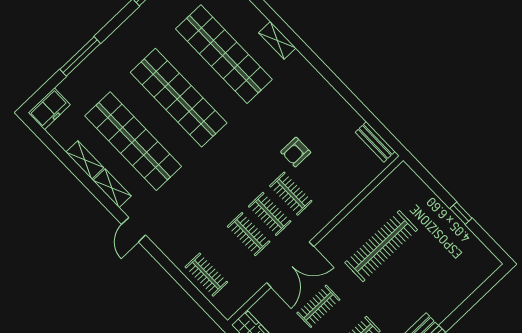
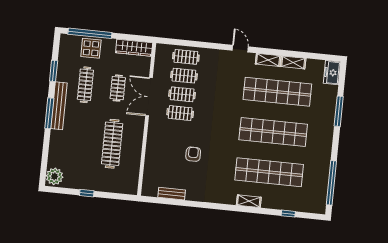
bench: (375, 142) -> (172, 194), moved
clothes rail: (291, 194) -> (184, 76), moved
plant: (482, 265) -> (54, 176), added

